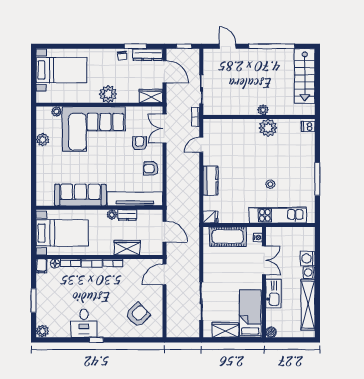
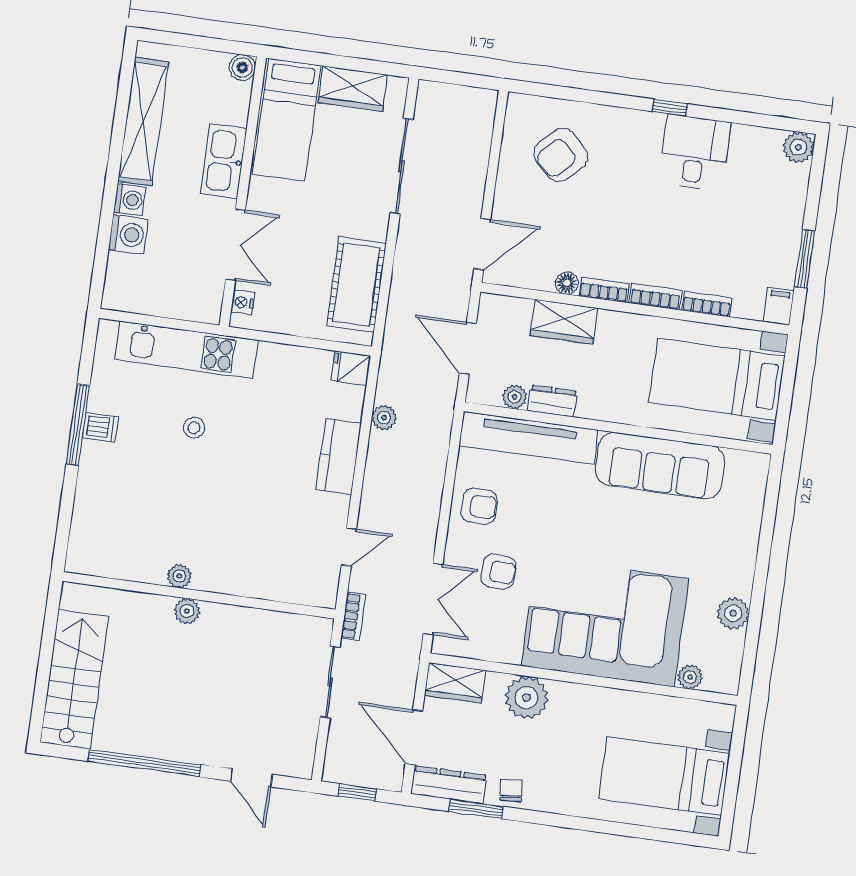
plant: (108, 94) -> (527, 698), moved
dishwasher: (308, 126) -> (100, 427), moved
plant: (268, 128) -> (179, 576), width x0.53, depth x0.53
armchair: (140, 143) -> (498, 572), turned -87
plant: (194, 199) -> (384, 418), added
plant: (112, 215) -> (515, 397), moved
cot: (228, 237) -> (356, 285), moved, turned 90
double door: (264, 260) -> (235, 245), swing flipped
floor lamp: (55, 263) -> (567, 283), moved
window: (34, 301) -> (805, 259), moved

